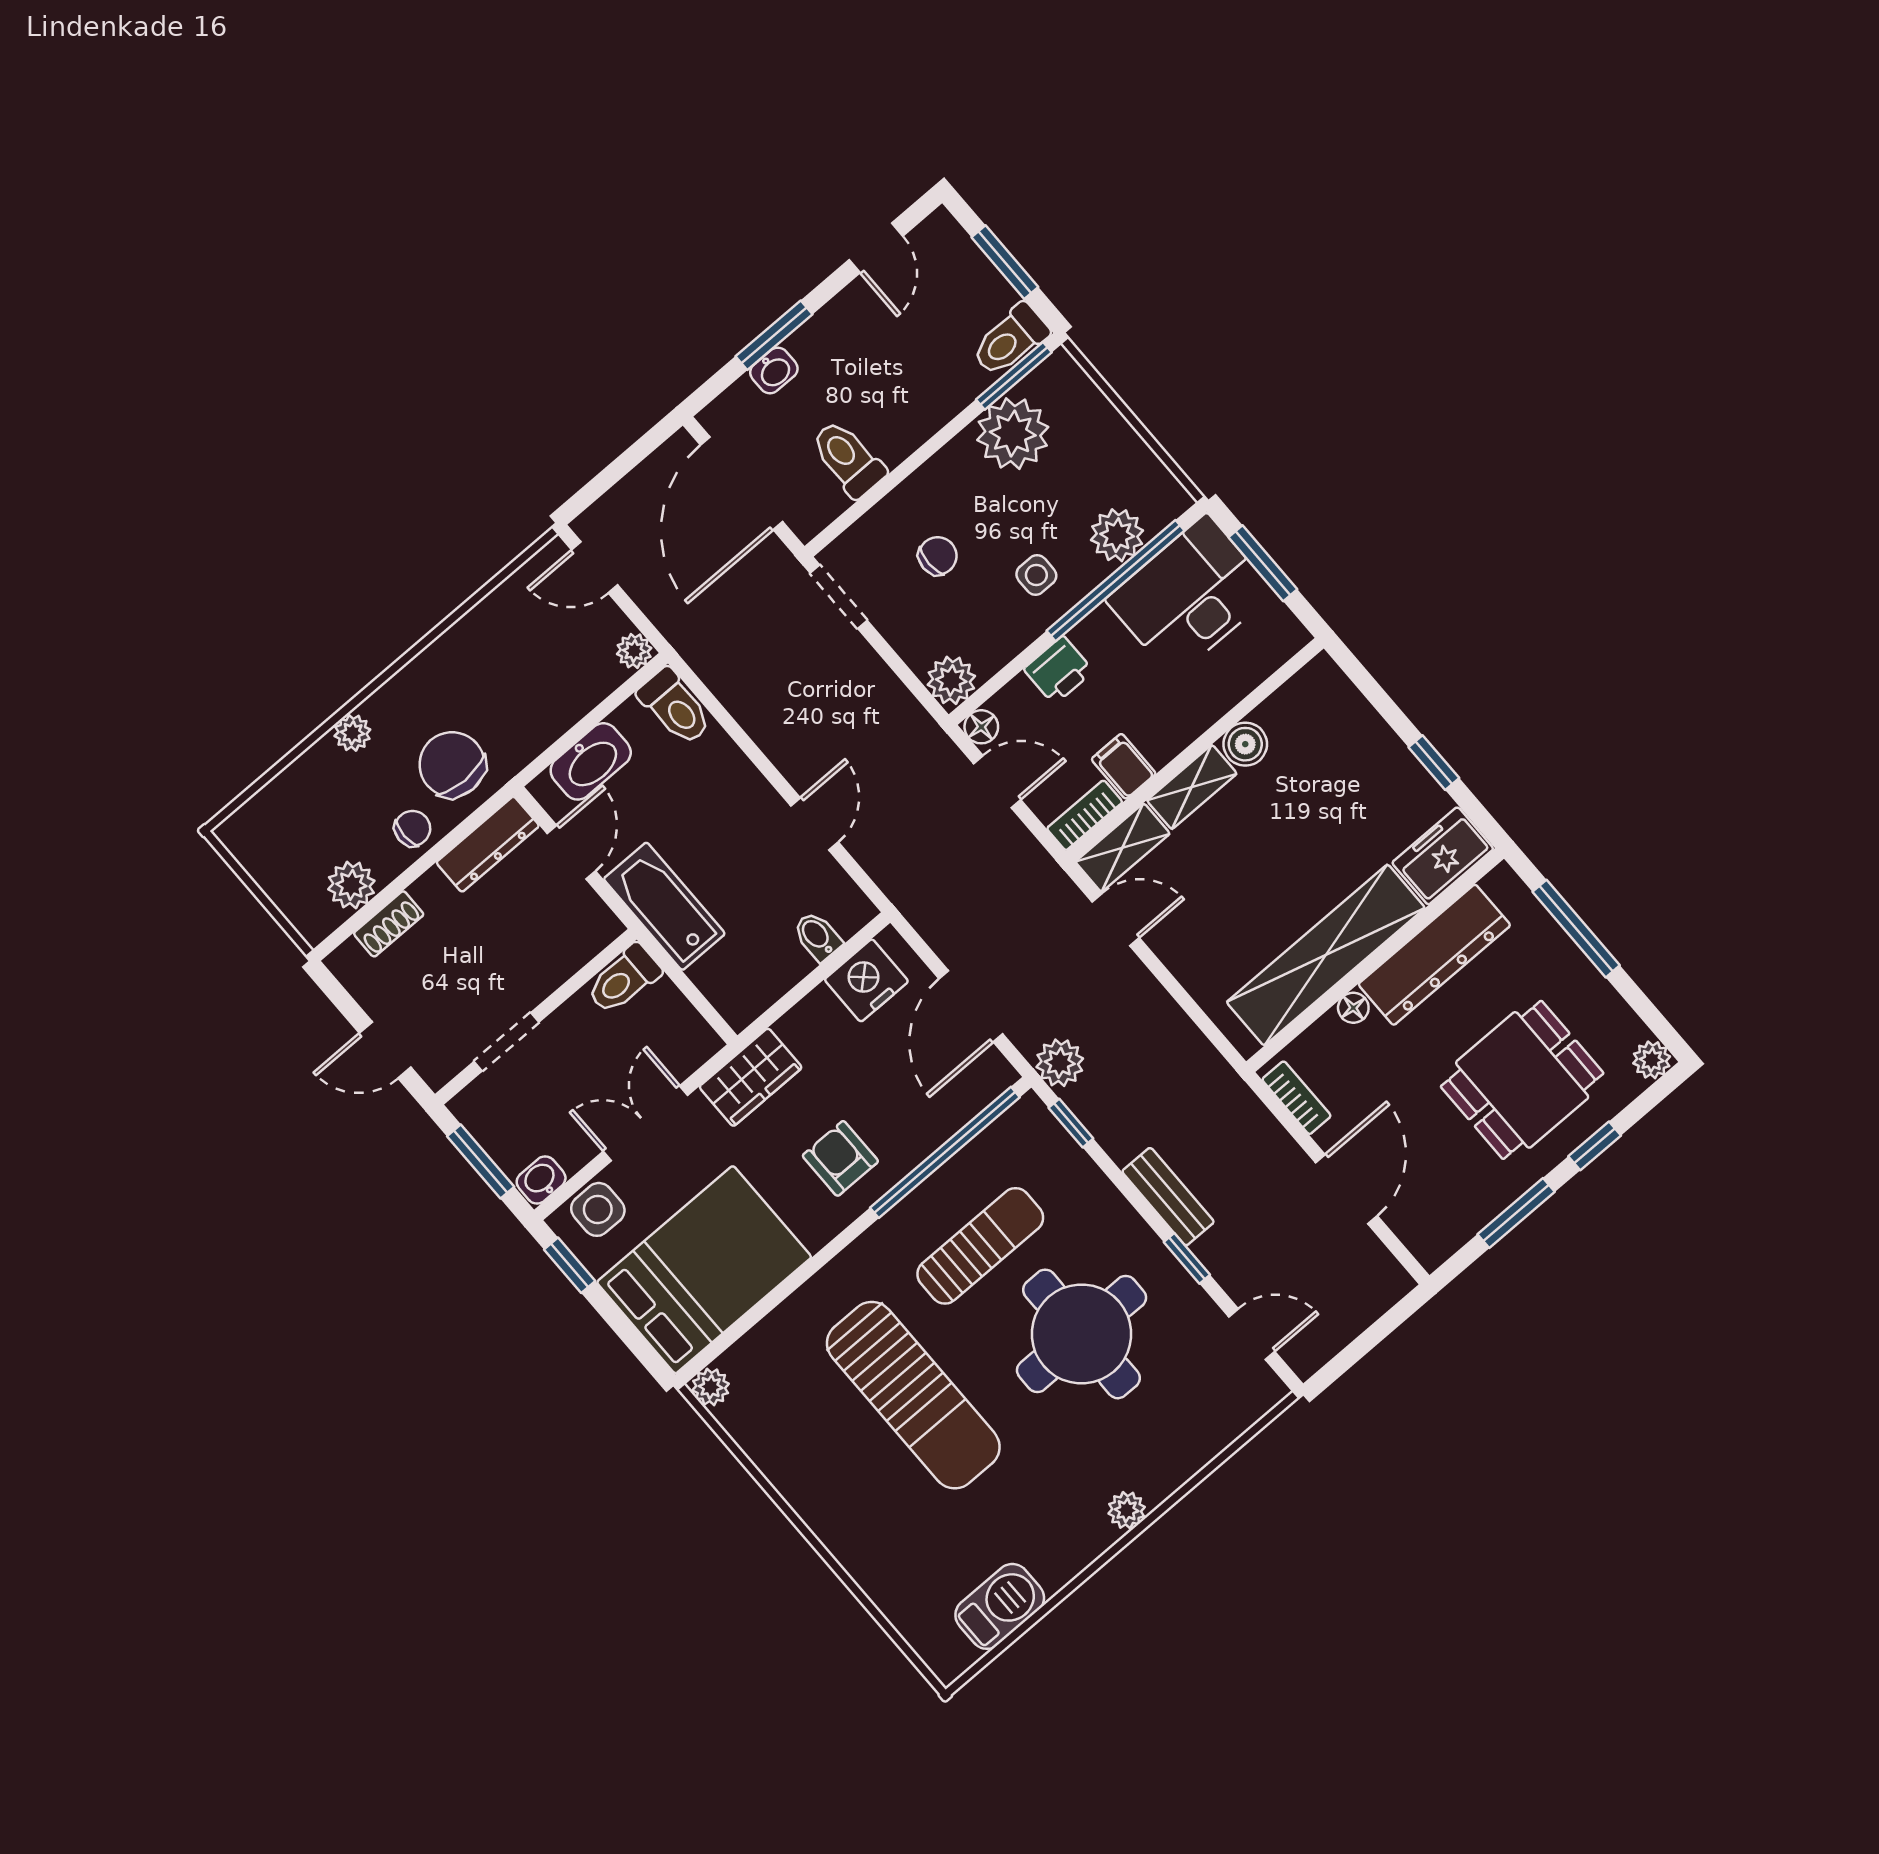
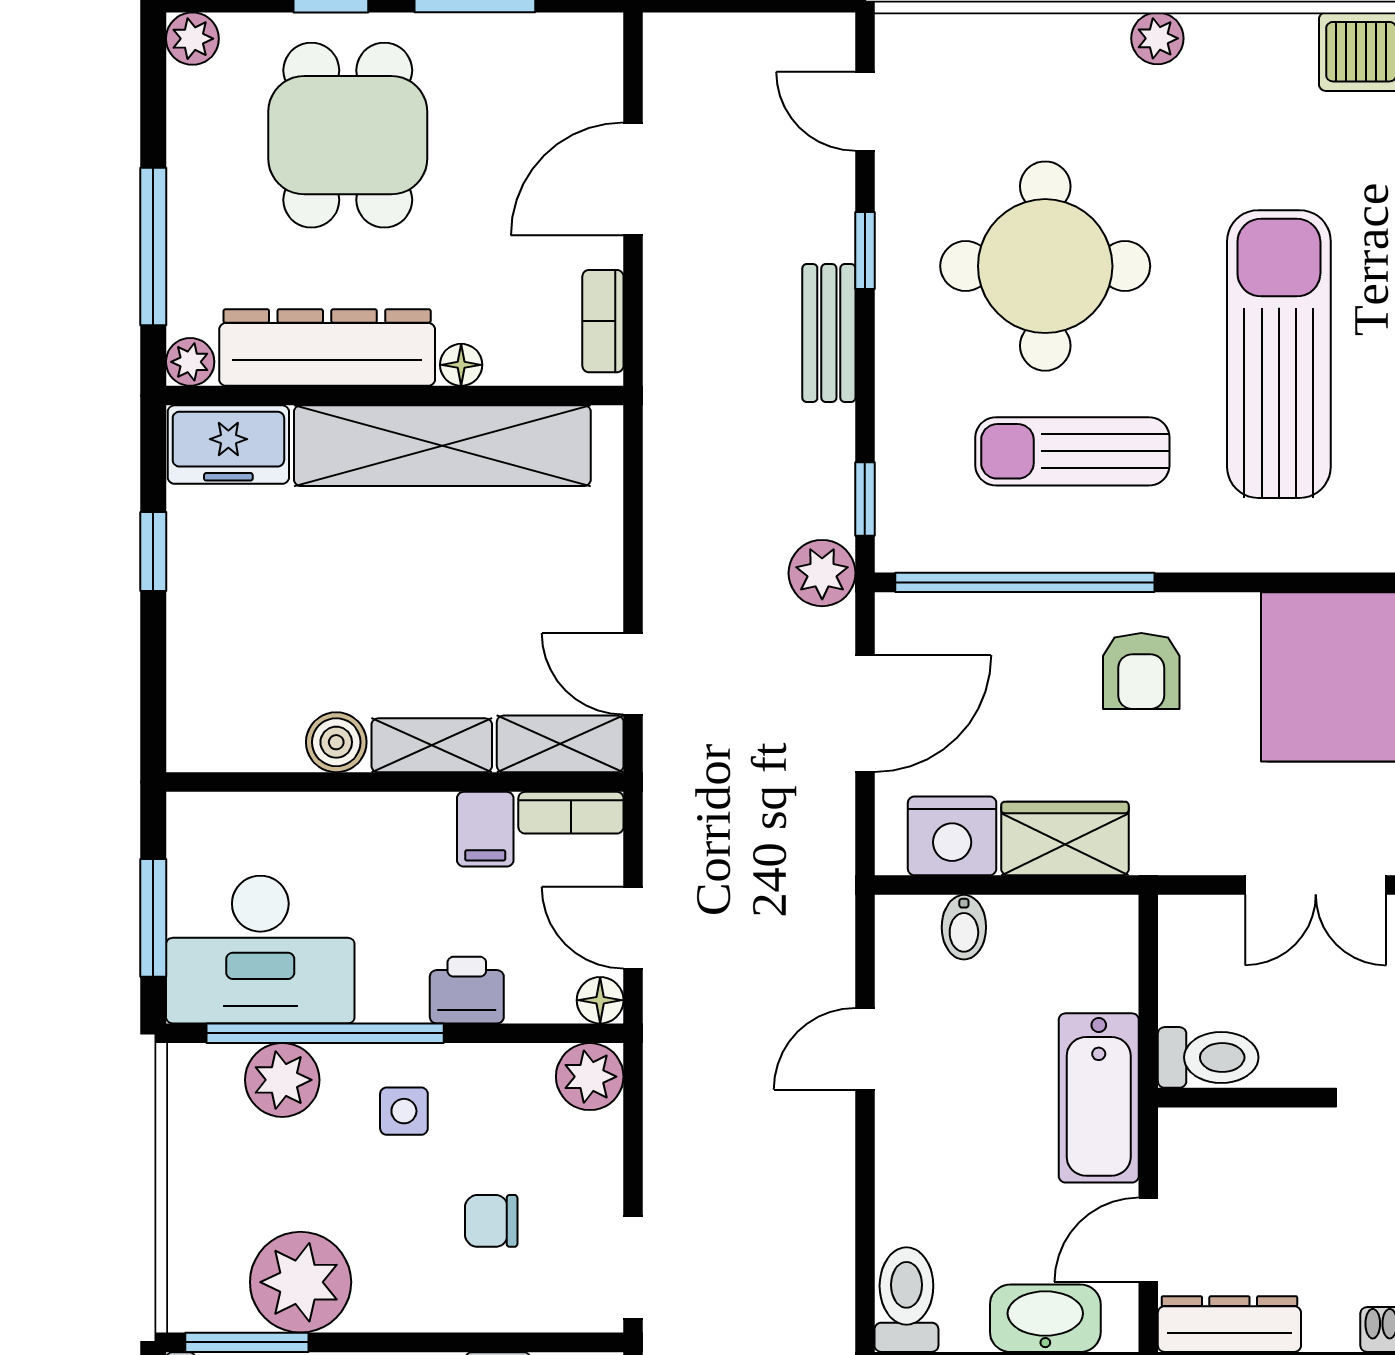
plant: (1502, 883) -> (190, 362), added
wardrobe: (751, 1077) -> (1065, 838), moved
dining table: (1522, 1080) -> (348, 135), turned 90

